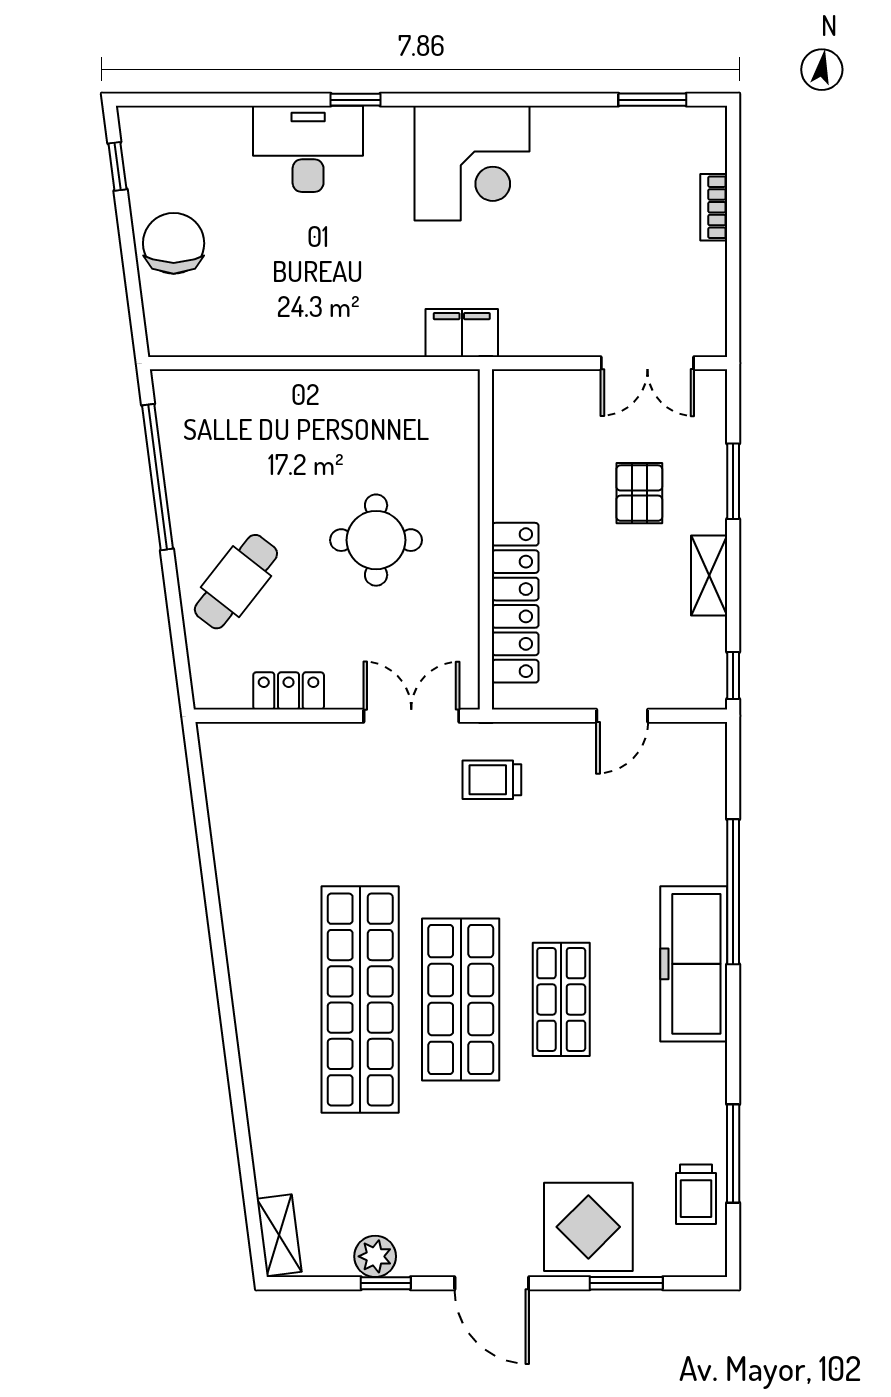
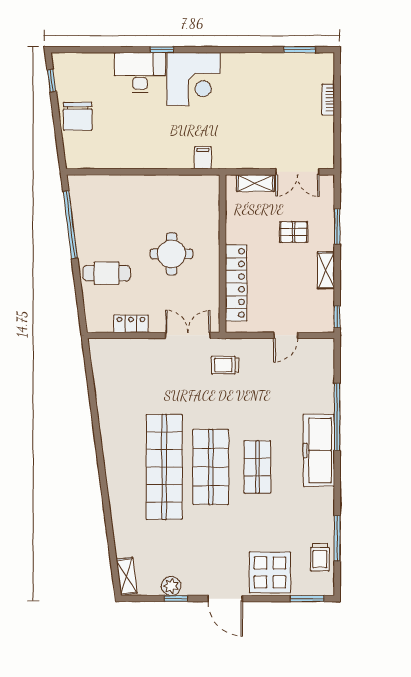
corner desk: (472, 163) -> (194, 79), moved
chair: (174, 243) -> (78, 116), turned 180
filing cabinet: (462, 333) -> (203, 158), width x0.50
shelving: (557, 387) -> (255, 183), added
pallet: (639, 493) -> (294, 232), turned 90
cafe table: (236, 582) -> (107, 273), turned 52
window: (626, 1283) -> (307, 599), moved

